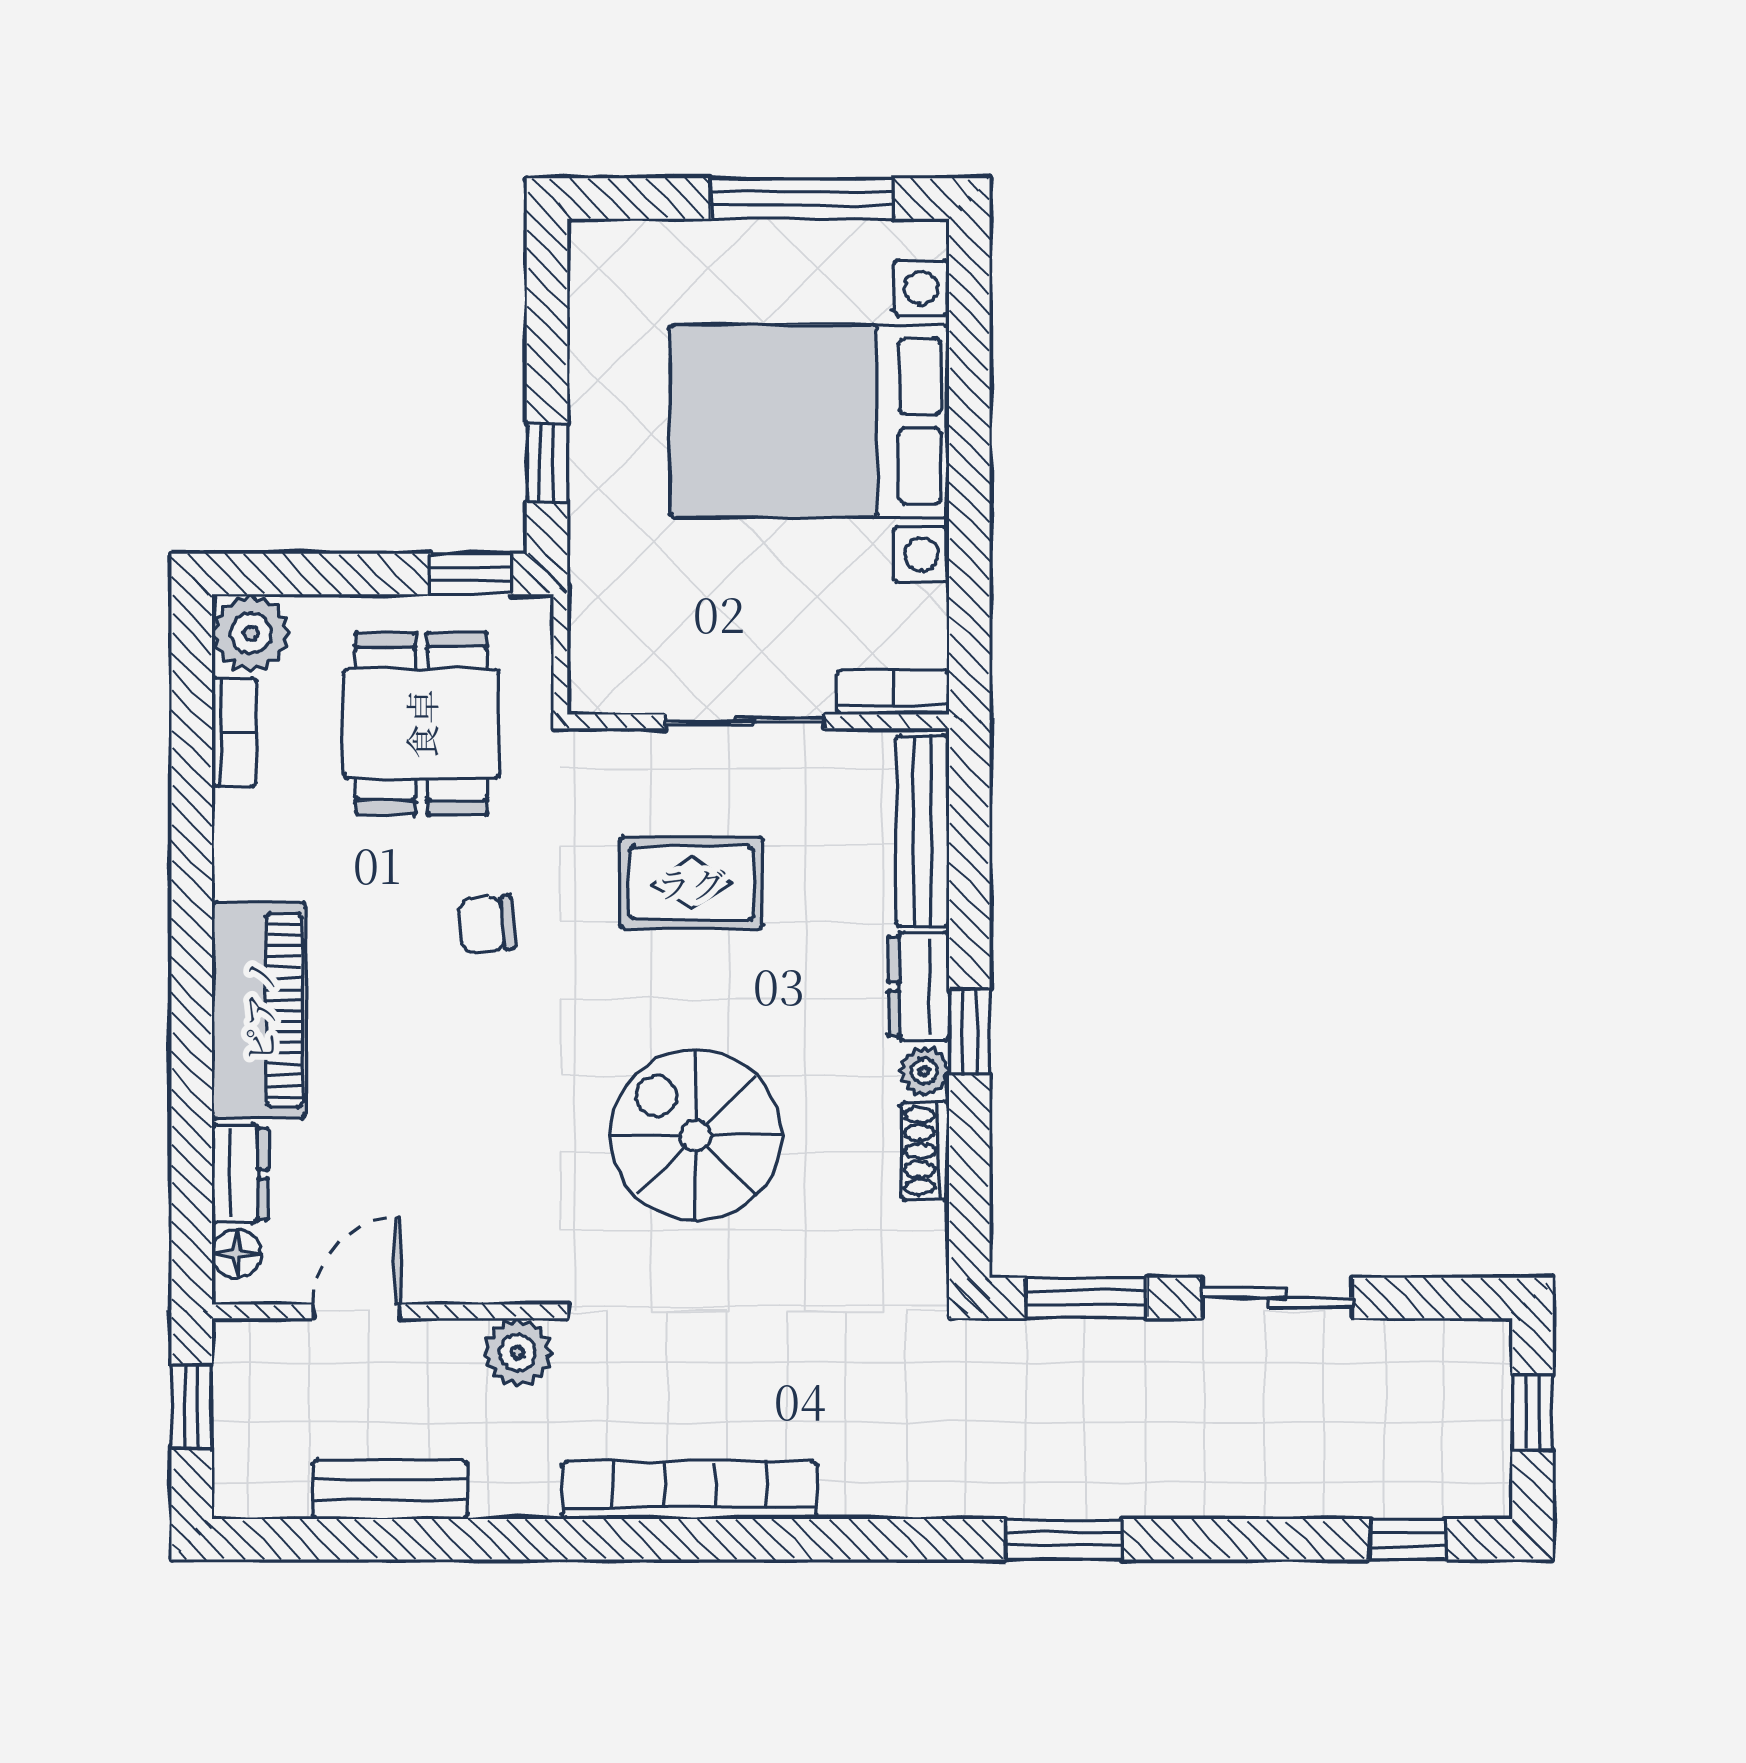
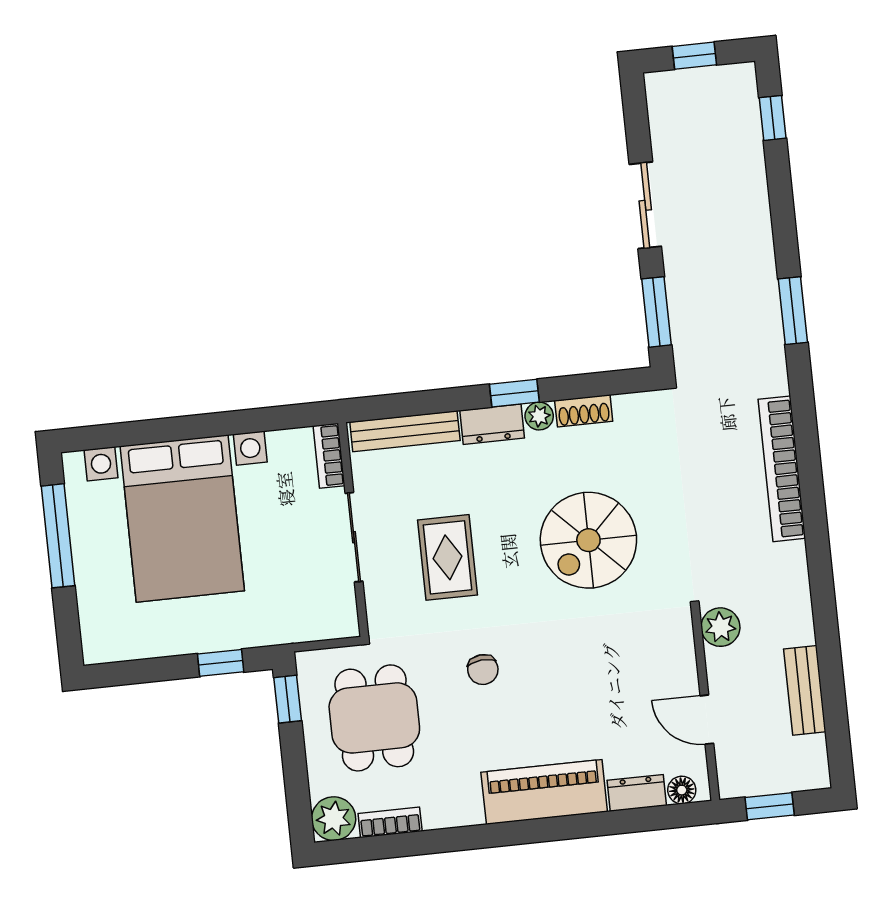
dining table: (421, 724) -> (374, 718), turned 90
bookcase: (690, 1490) -> (782, 469), moved

